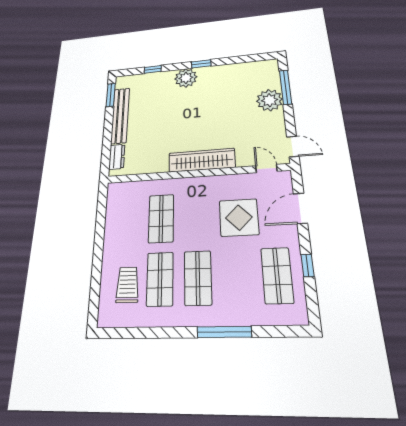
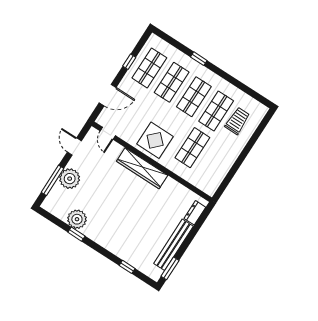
window: (201, 64) -> (76, 234), moved
plant: (186, 78) -> (77, 219), moved
door: (293, 146) -> (74, 147), moved
display table: (239, 217) -> (155, 140), moved
shop shelf: (237, 277) -> (172, 82), added
trolley: (127, 285) -> (237, 121), turned 180
window: (224, 332) -> (199, 59), width x0.46

